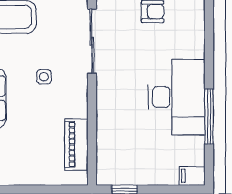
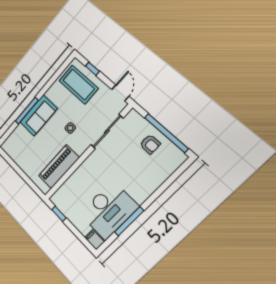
desk: (176, 97) -> (109, 210), moved
piano: (76, 144) -> (59, 167), width x1.37, depth x1.33

